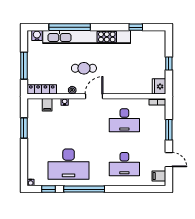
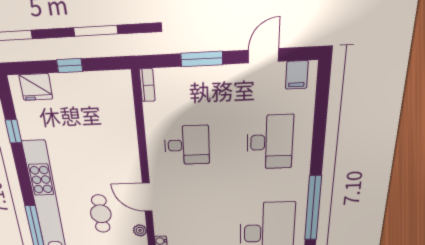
fridge: (159, 86) -> (36, 87), moved
desk: (124, 120) -> (187, 145), width x0.73

